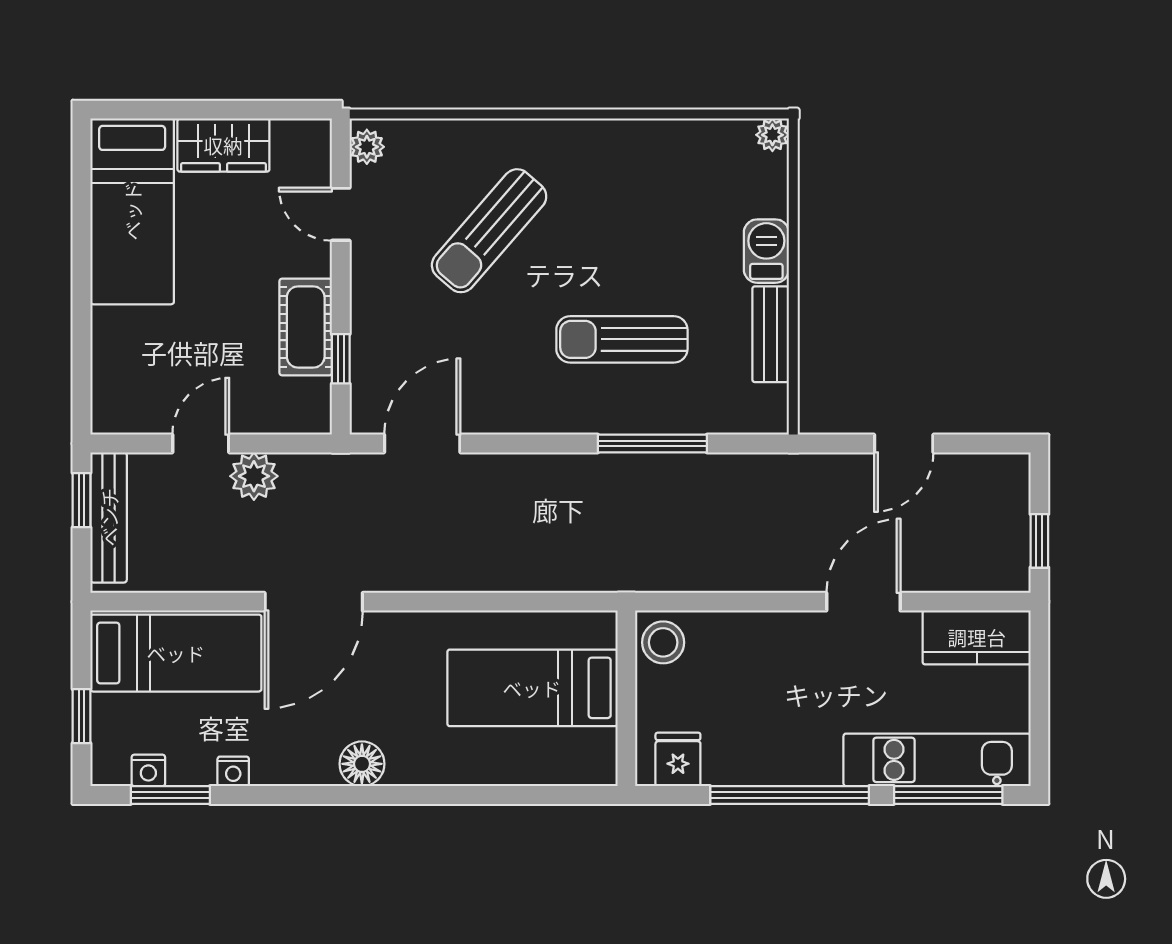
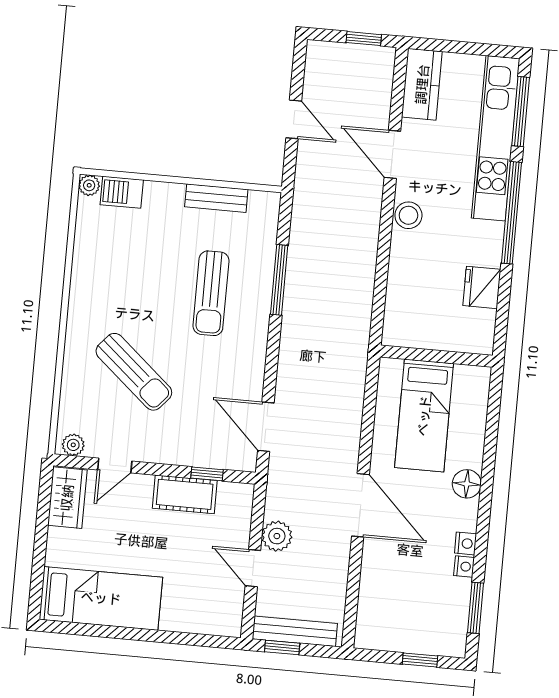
wardrobe: (223, 145) -> (67, 498), moved
barbecue: (766, 251) -> (122, 192), moved
stool: (663, 642) -> (408, 215), moved
bed: (176, 653) -> (385, 596), removed
bed: (532, 688) -> (424, 416), moved
wall: (626, 698) -> (436, 356), moved
fridge: (678, 759) -> (482, 287), width x1.38
kitchen unit: (937, 760) -> (496, 138), width x1.36
nightstand: (148, 770) -> (466, 543), moved

